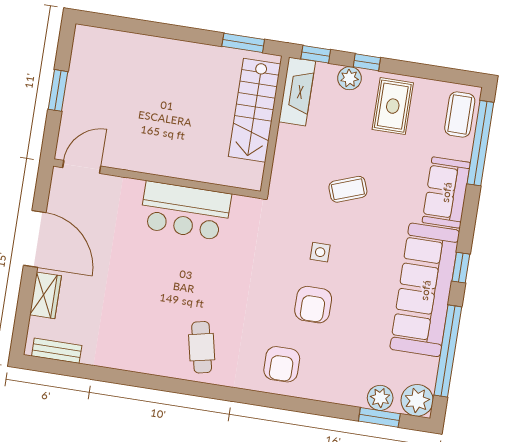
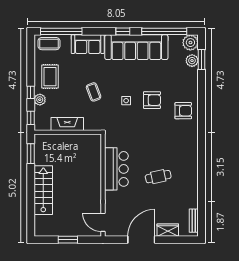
fireplace: (297, 91) -> (67, 124), moved
rug: (393, 106) -> (50, 77), turned 90
stairs: (255, 110) -> (43, 190), moved, turned -90
cafe table: (202, 347) -> (158, 177), moved

